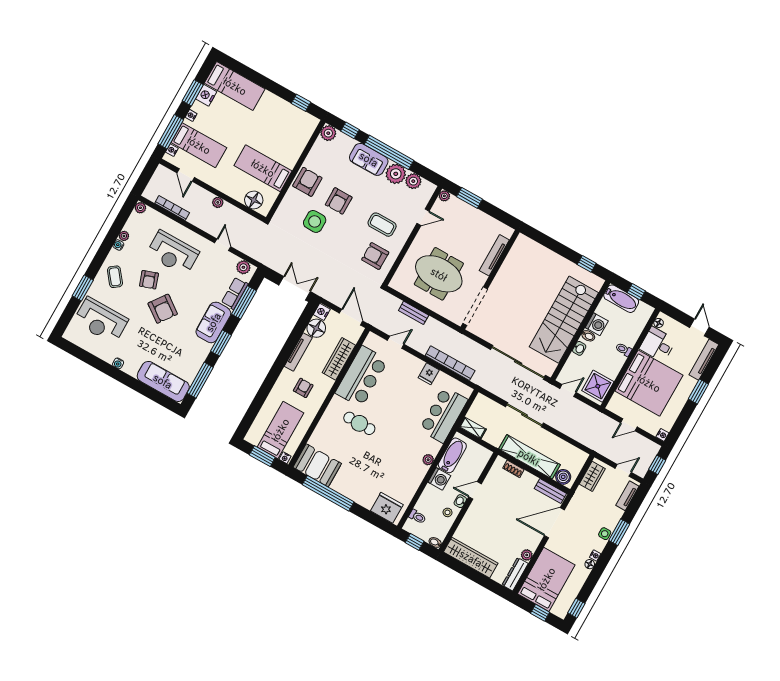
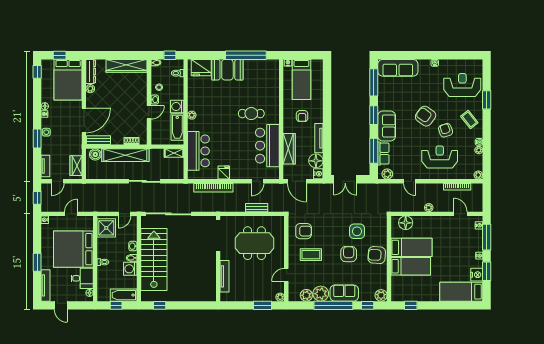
bed: (199, 145) -> (411, 266), moved, turned 180
armchair: (307, 182) -> (377, 255), turned 94
window: (262, 456) -> (304, 55), removed
booth: (317, 465) -> (227, 70), moved

